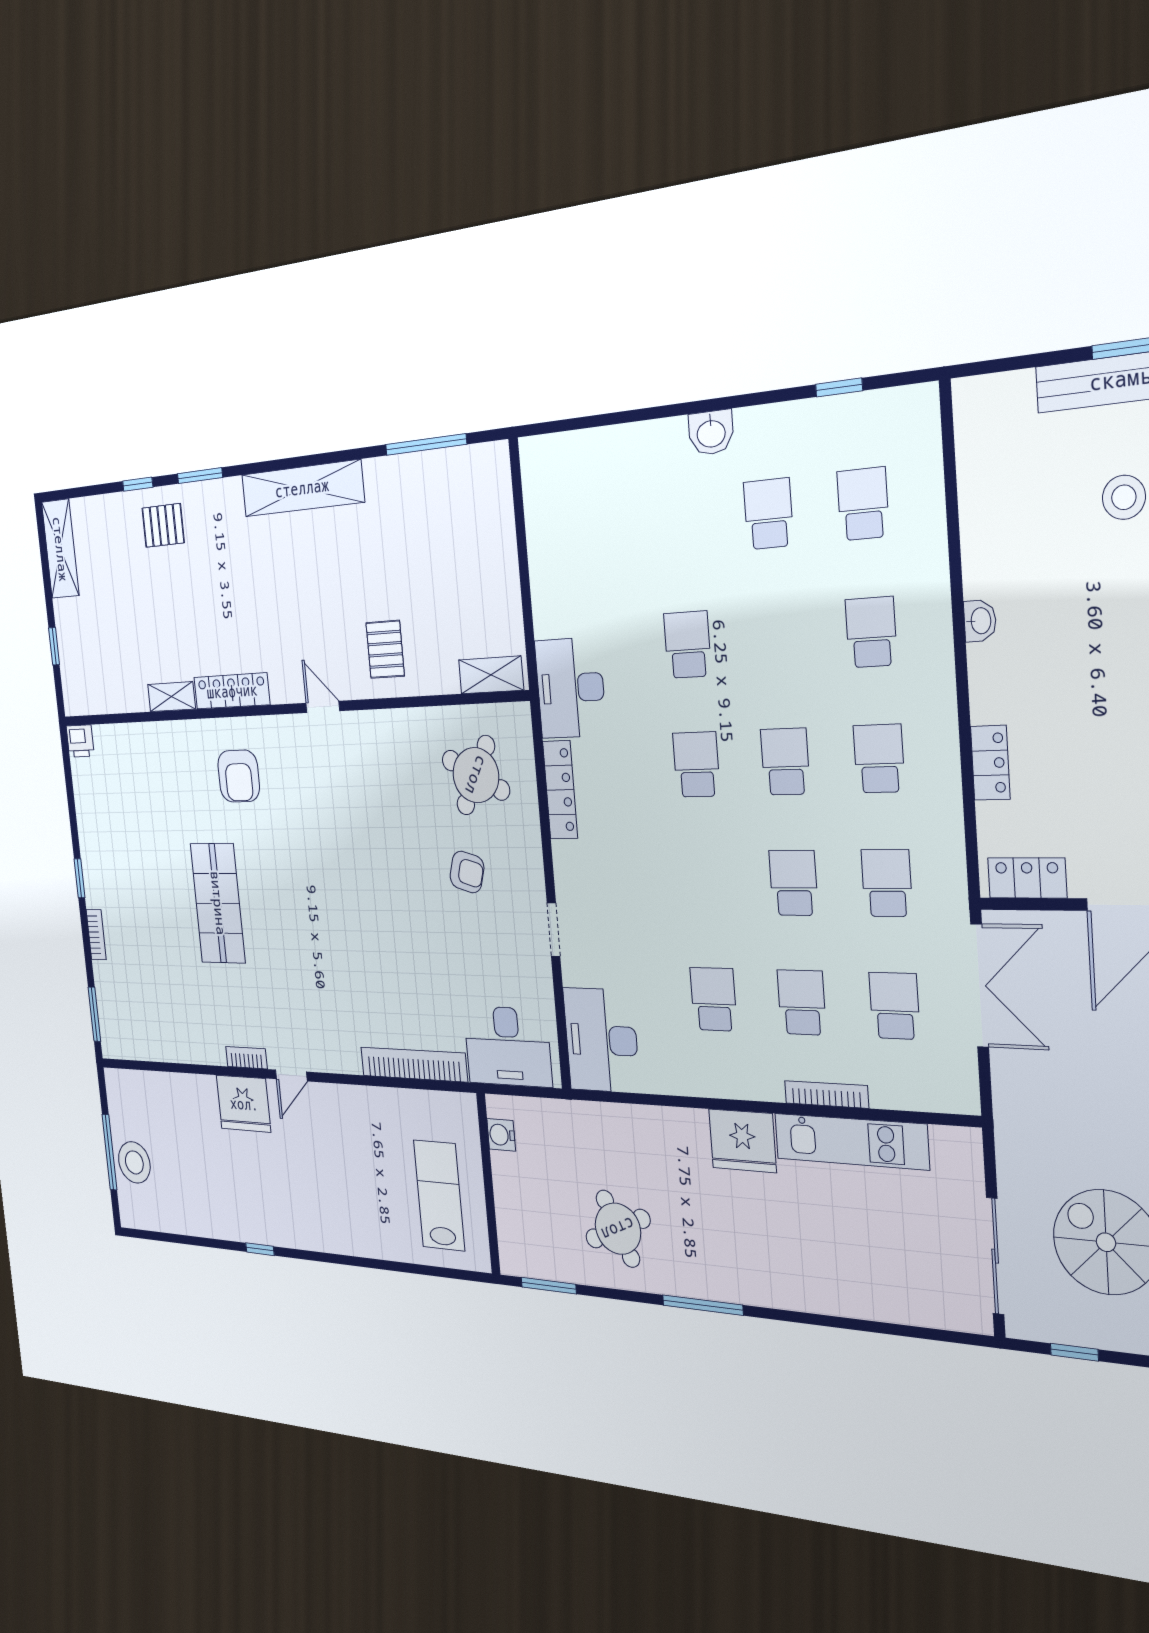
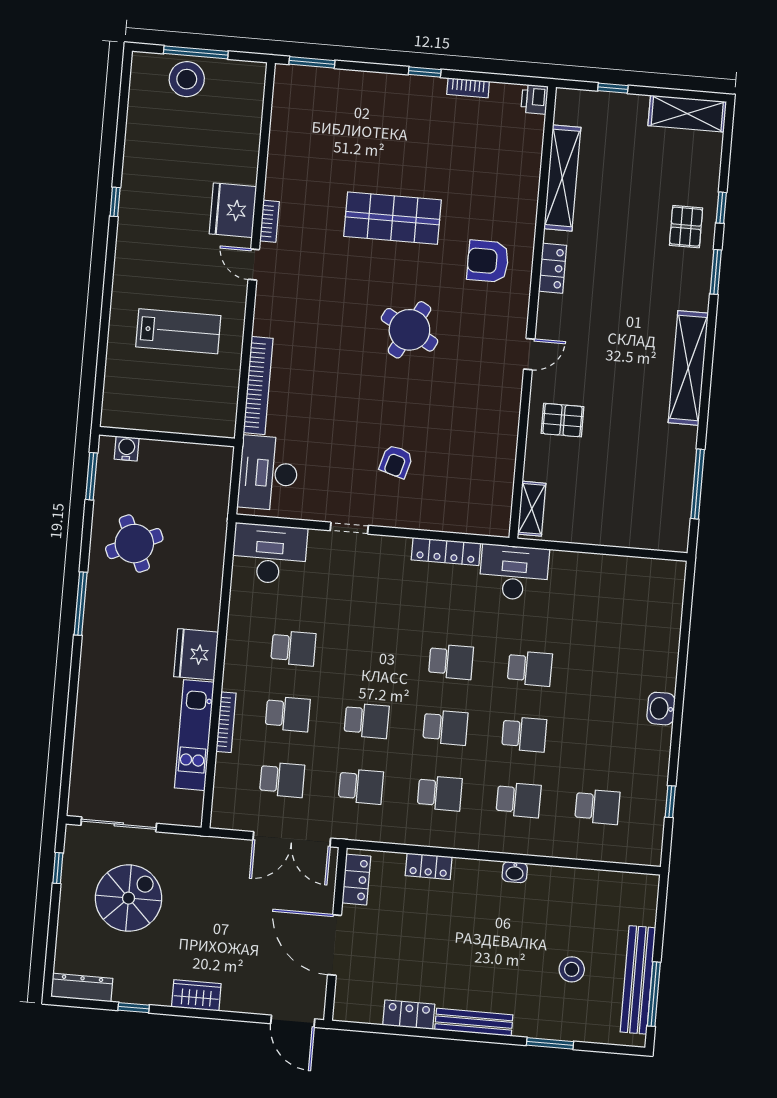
school desk: (768, 514) -> (524, 734), moved
locker: (232, 691) -> (553, 268), width x0.66
shelving: (172, 697) -> (562, 178), width x2.20, depth x1.33
round table: (476, 775) -> (409, 330), moved
bookcase: (96, 935) -> (468, 88), moved
water cooler: (501, 1135) -> (127, 449), moved
lab bench: (439, 1195) -> (178, 331), moved

